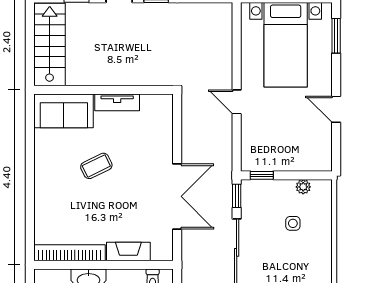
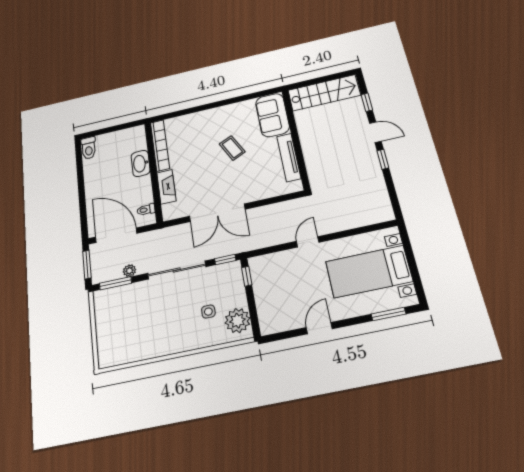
tv unit: (117, 102) -> (289, 157), width x1.41
plant: (303, 187) -> (238, 321), width x1.88, depth x1.88

